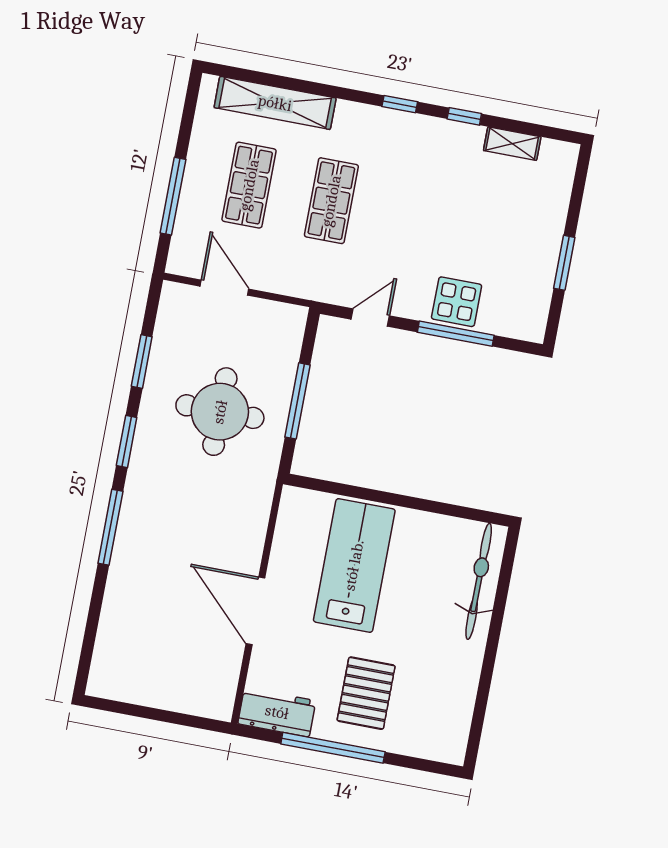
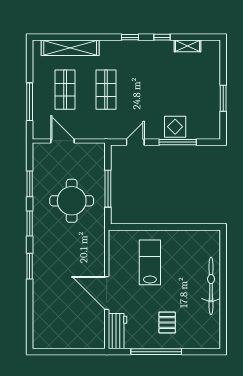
window: (110, 527) -> (30, 266), width x0.69
lab bench: (354, 565) -> (150, 262), width x0.73, depth x0.72
bicycle: (479, 581) -> (211, 286), moved
pallet: (366, 693) -> (167, 322), width x0.67, depth x0.71
workbench: (277, 712) -> (118, 331), moved, turned 90

